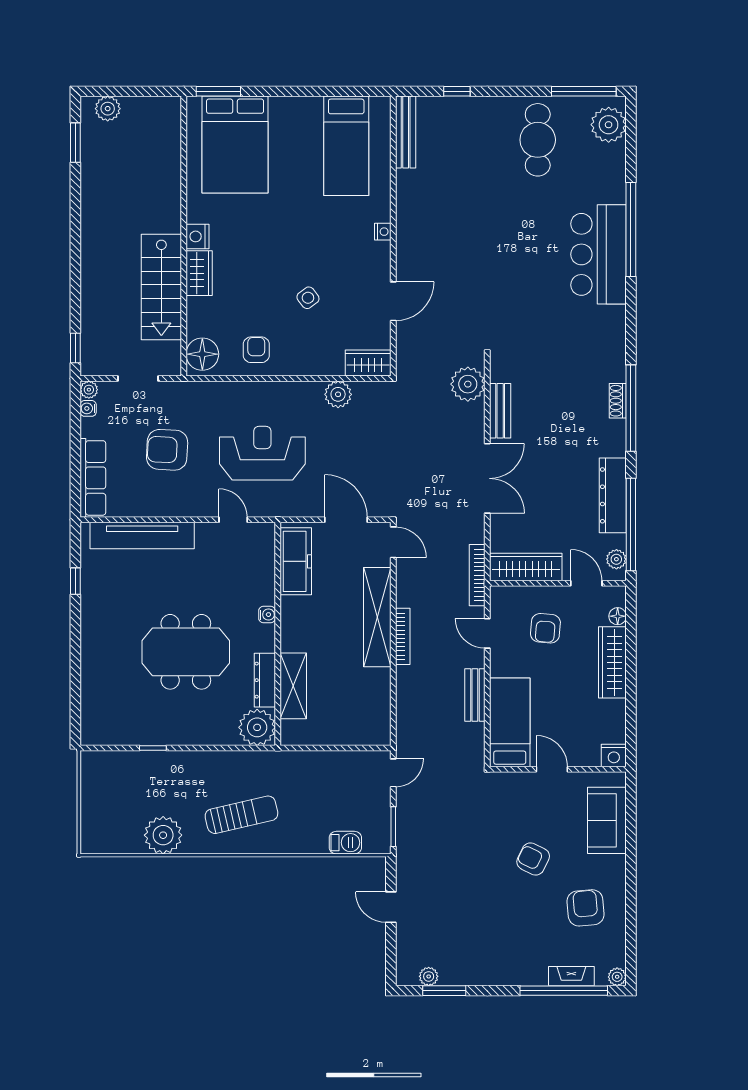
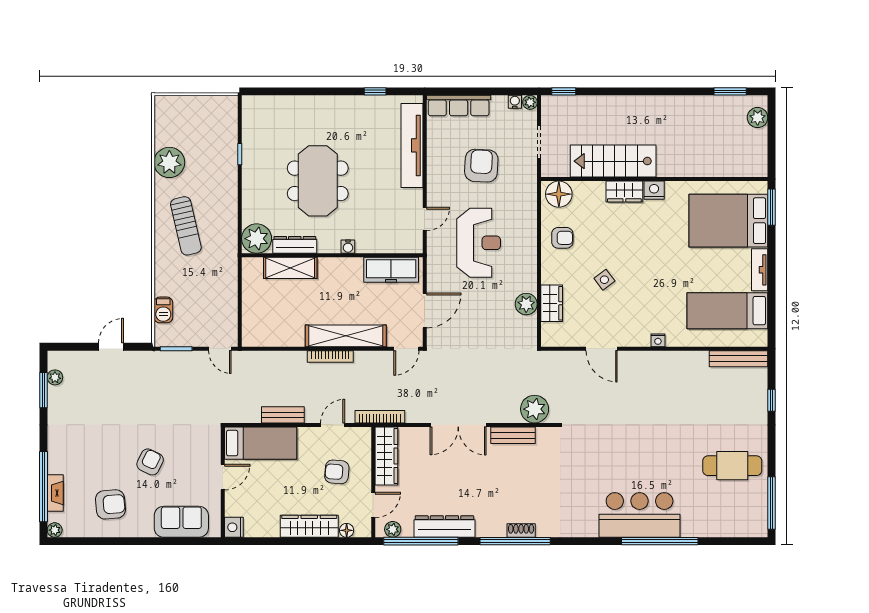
tv unit: (296, 106) -> (760, 270), added
plant: (609, 125) -> (744, 523), removed
wardrobe: (368, 363) -> (552, 303), moved

